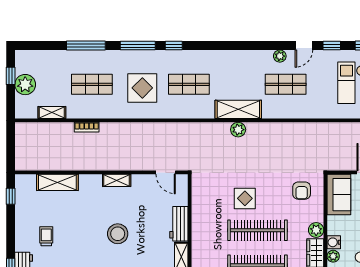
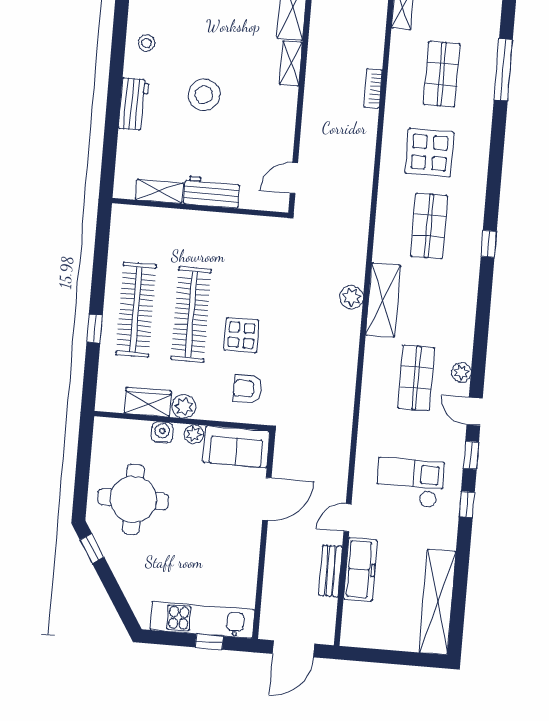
window: (138, 46) -> (496, 151), removed
window: (174, 46) -> (489, 244), moved
bookcase: (87, 127) -> (373, 88), moved
shelving: (117, 180) -> (291, 63), moved
display table: (245, 198) -> (241, 335), moved
plant: (333, 256) -> (194, 434), moved

